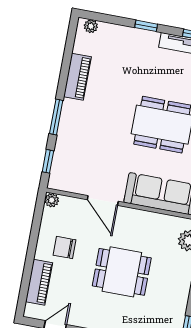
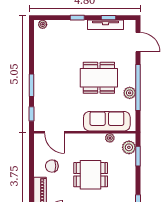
piano: (77, 77) -> (40, 58), removed
plant: (52, 200) -> (110, 138), moved
door: (103, 201) -> (55, 132), moved

